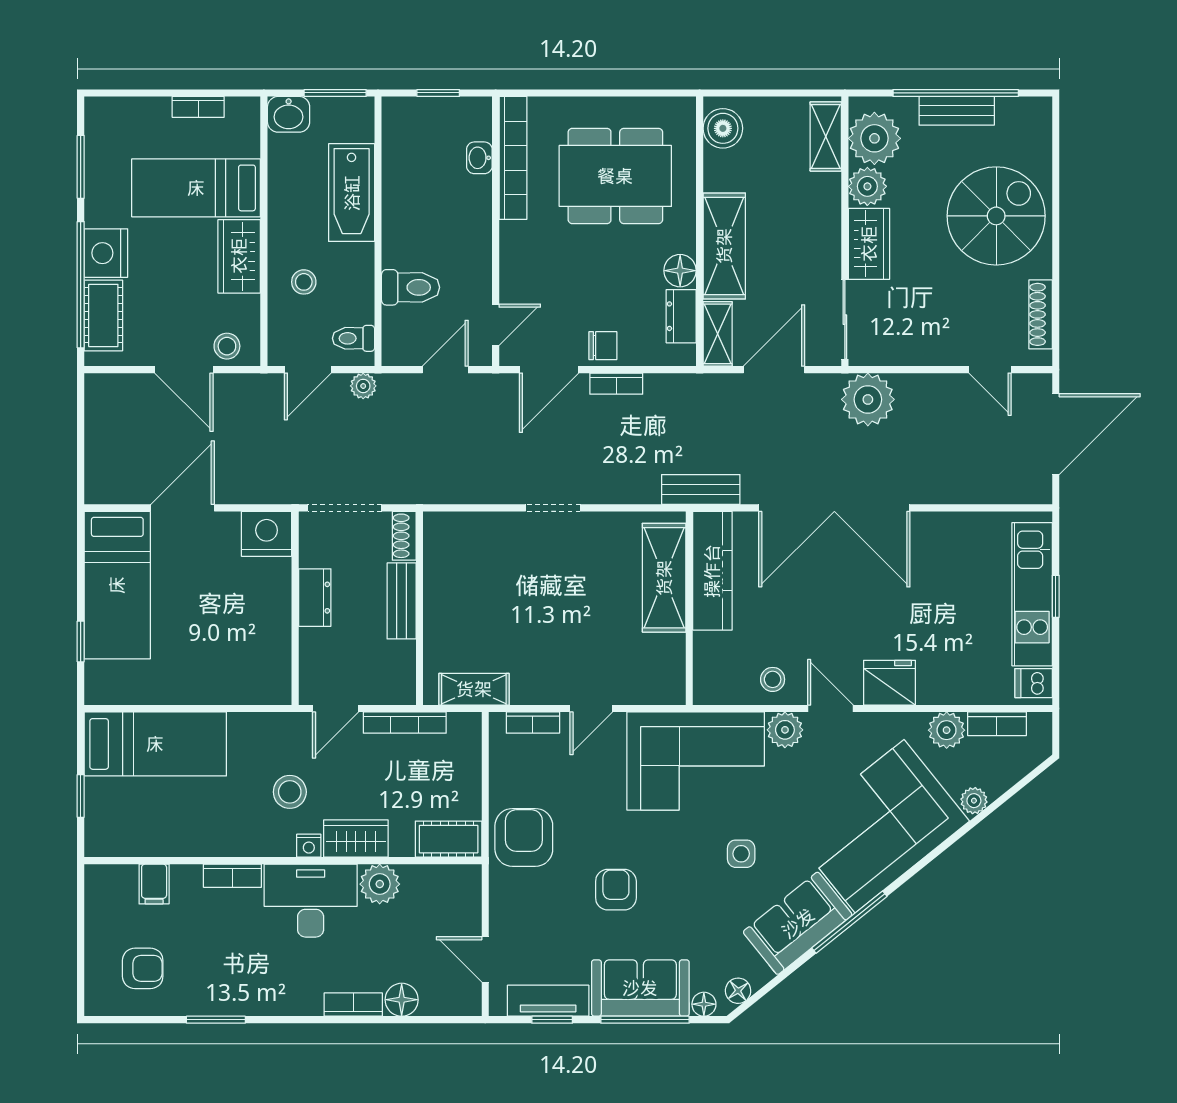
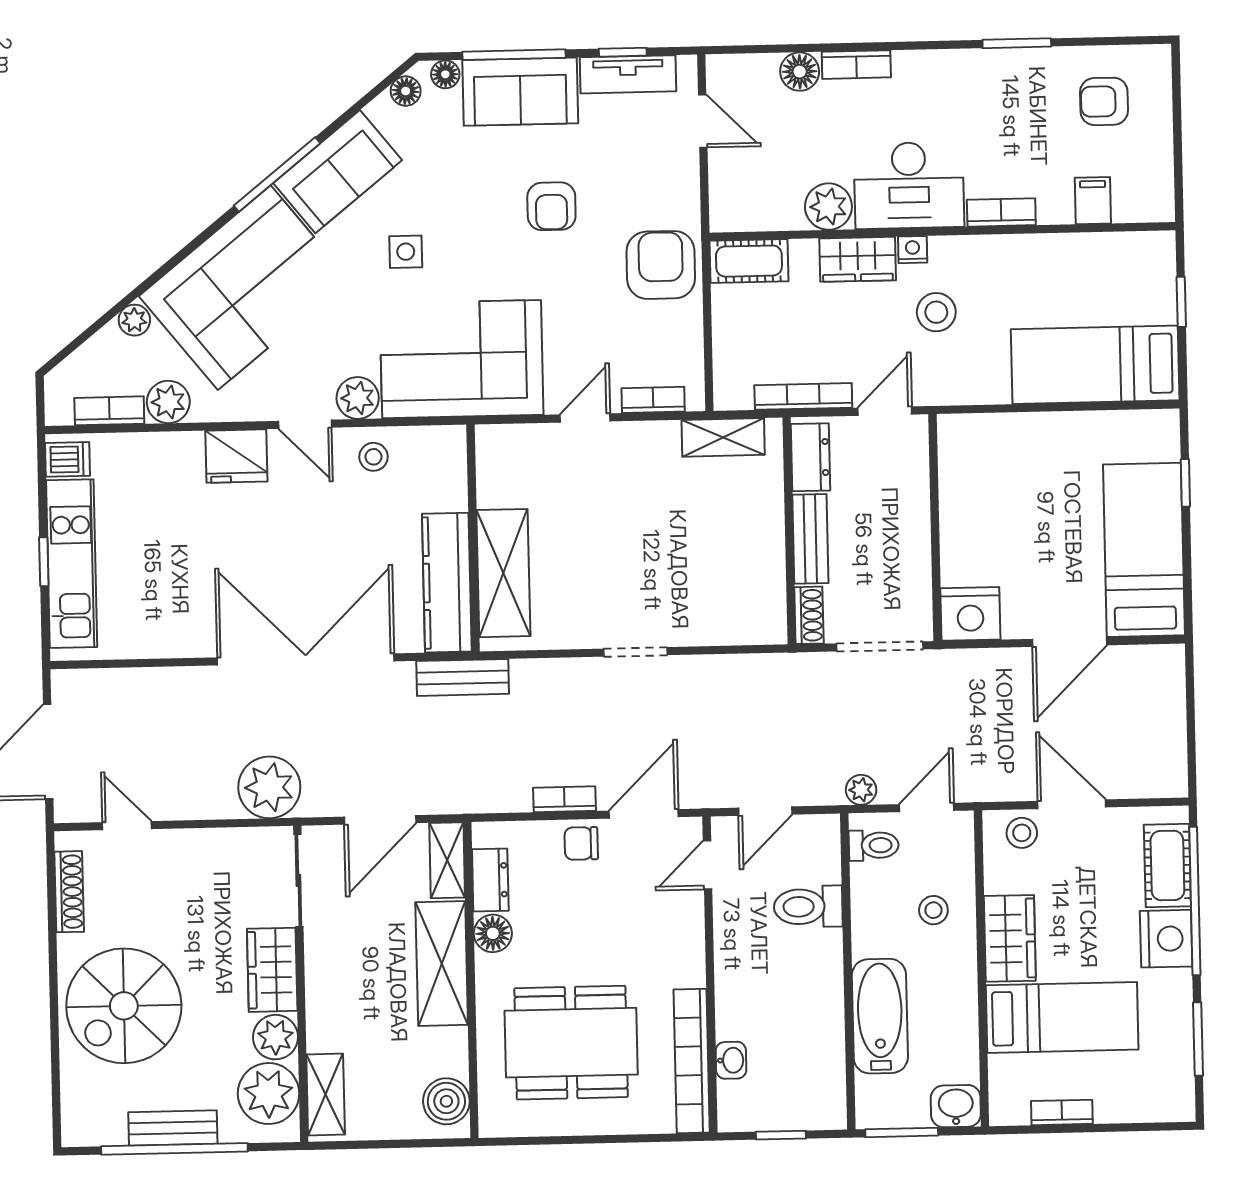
dresser: (315, 598) -> (810, 457), moved, turned 180
armchair: (524, 837) -> (661, 265), turned 180

